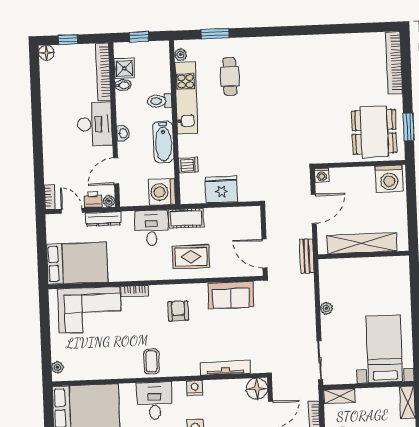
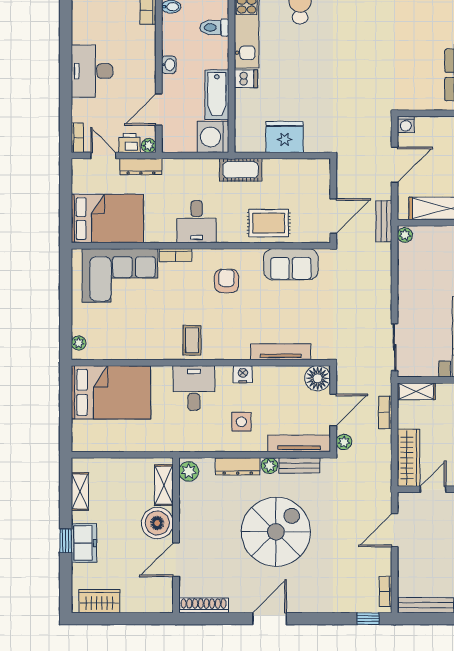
desk: (95, 124) -> (92, 71), moved, turned 180
bathtub: (163, 142) -> (217, 95), moved
dishwasher: (188, 165) -> (246, 79), moved
desk: (151, 228) -> (197, 222), moved, turned 180
door: (265, 253) -> (333, 216), swing flipped
rug: (191, 257) -> (269, 223), moved
plant: (326, 308) -> (405, 235), moved

